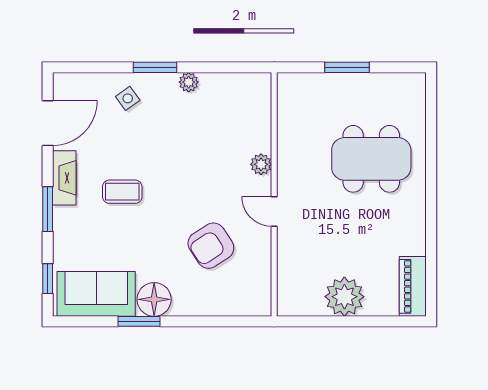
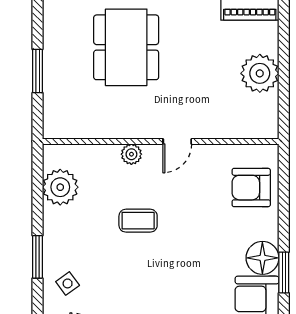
plant: (189, 82) -> (60, 187), moved, width x1.88, depth x1.88
coffee table: (122, 192) -> (138, 221), moved, turned 90
armchair: (211, 246) -> (251, 188), moved, turned 123

